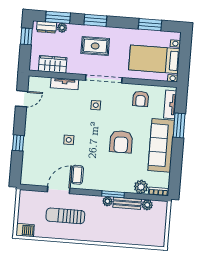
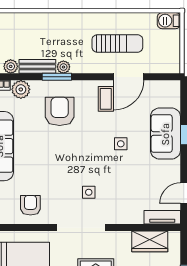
tv unit: (65, 84) -> (162, 217), moved
armchair: (121, 142) -> (60, 111), moved
sofa: (34, 145) -> (165, 134), added

